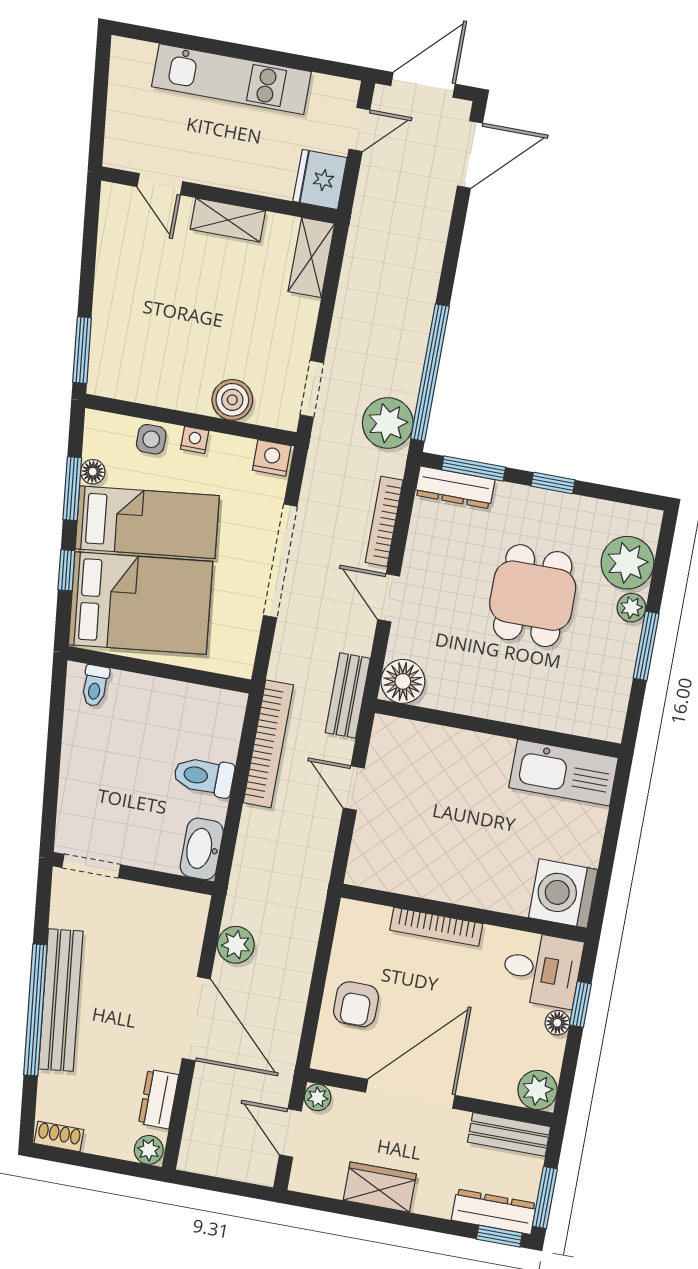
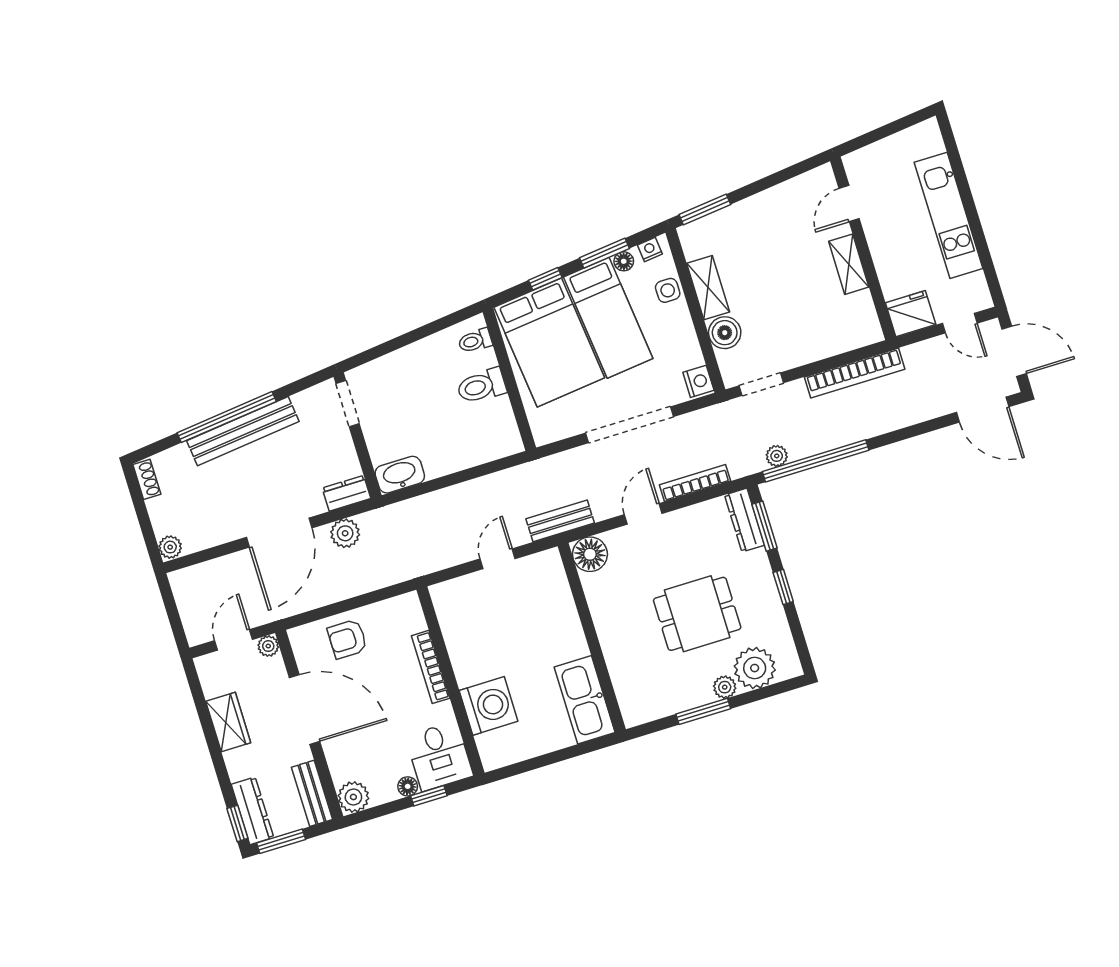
shelving: (311, 258) -> (708, 288), moved, turned 90
plant: (388, 423) -> (777, 456), width x0.53, depth x0.53
nightstand: (195, 440) -> (650, 249), moved, turned -96
bookcase: (268, 744) -> (855, 373), moved
toilet: (204, 776) -> (481, 386), moved, turned -90
washing machine: (563, 894) -> (488, 706), moved, turned 90
dresser: (158, 1099) -> (346, 493), moved

